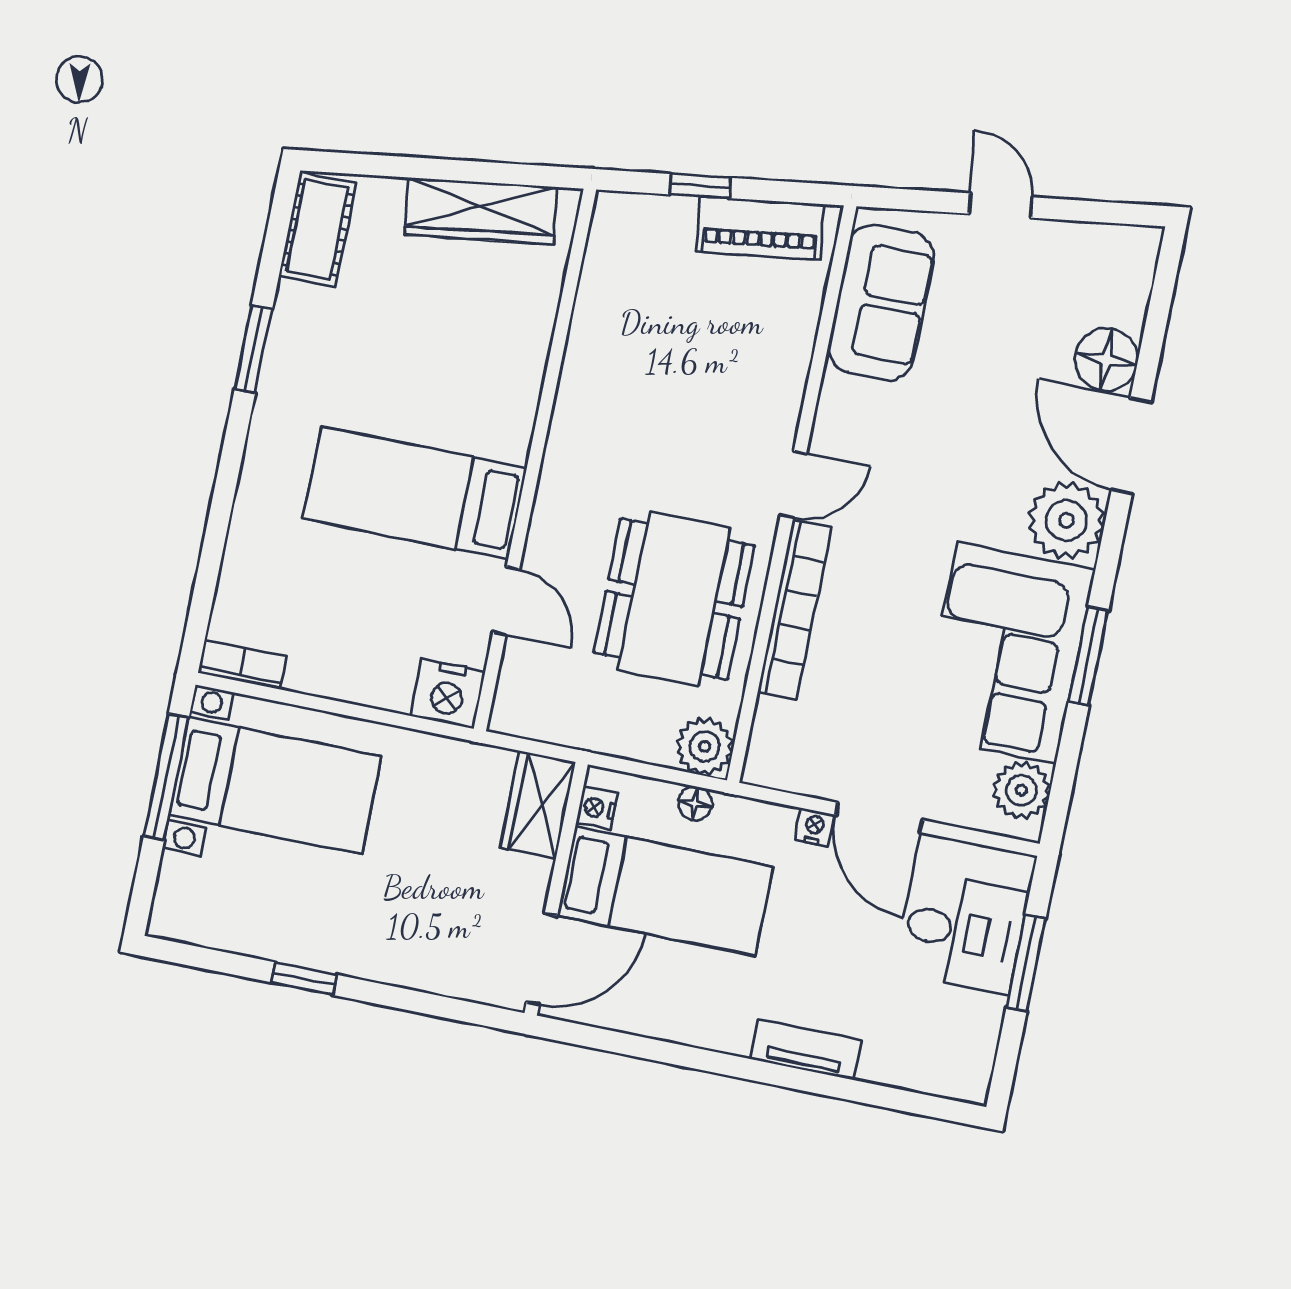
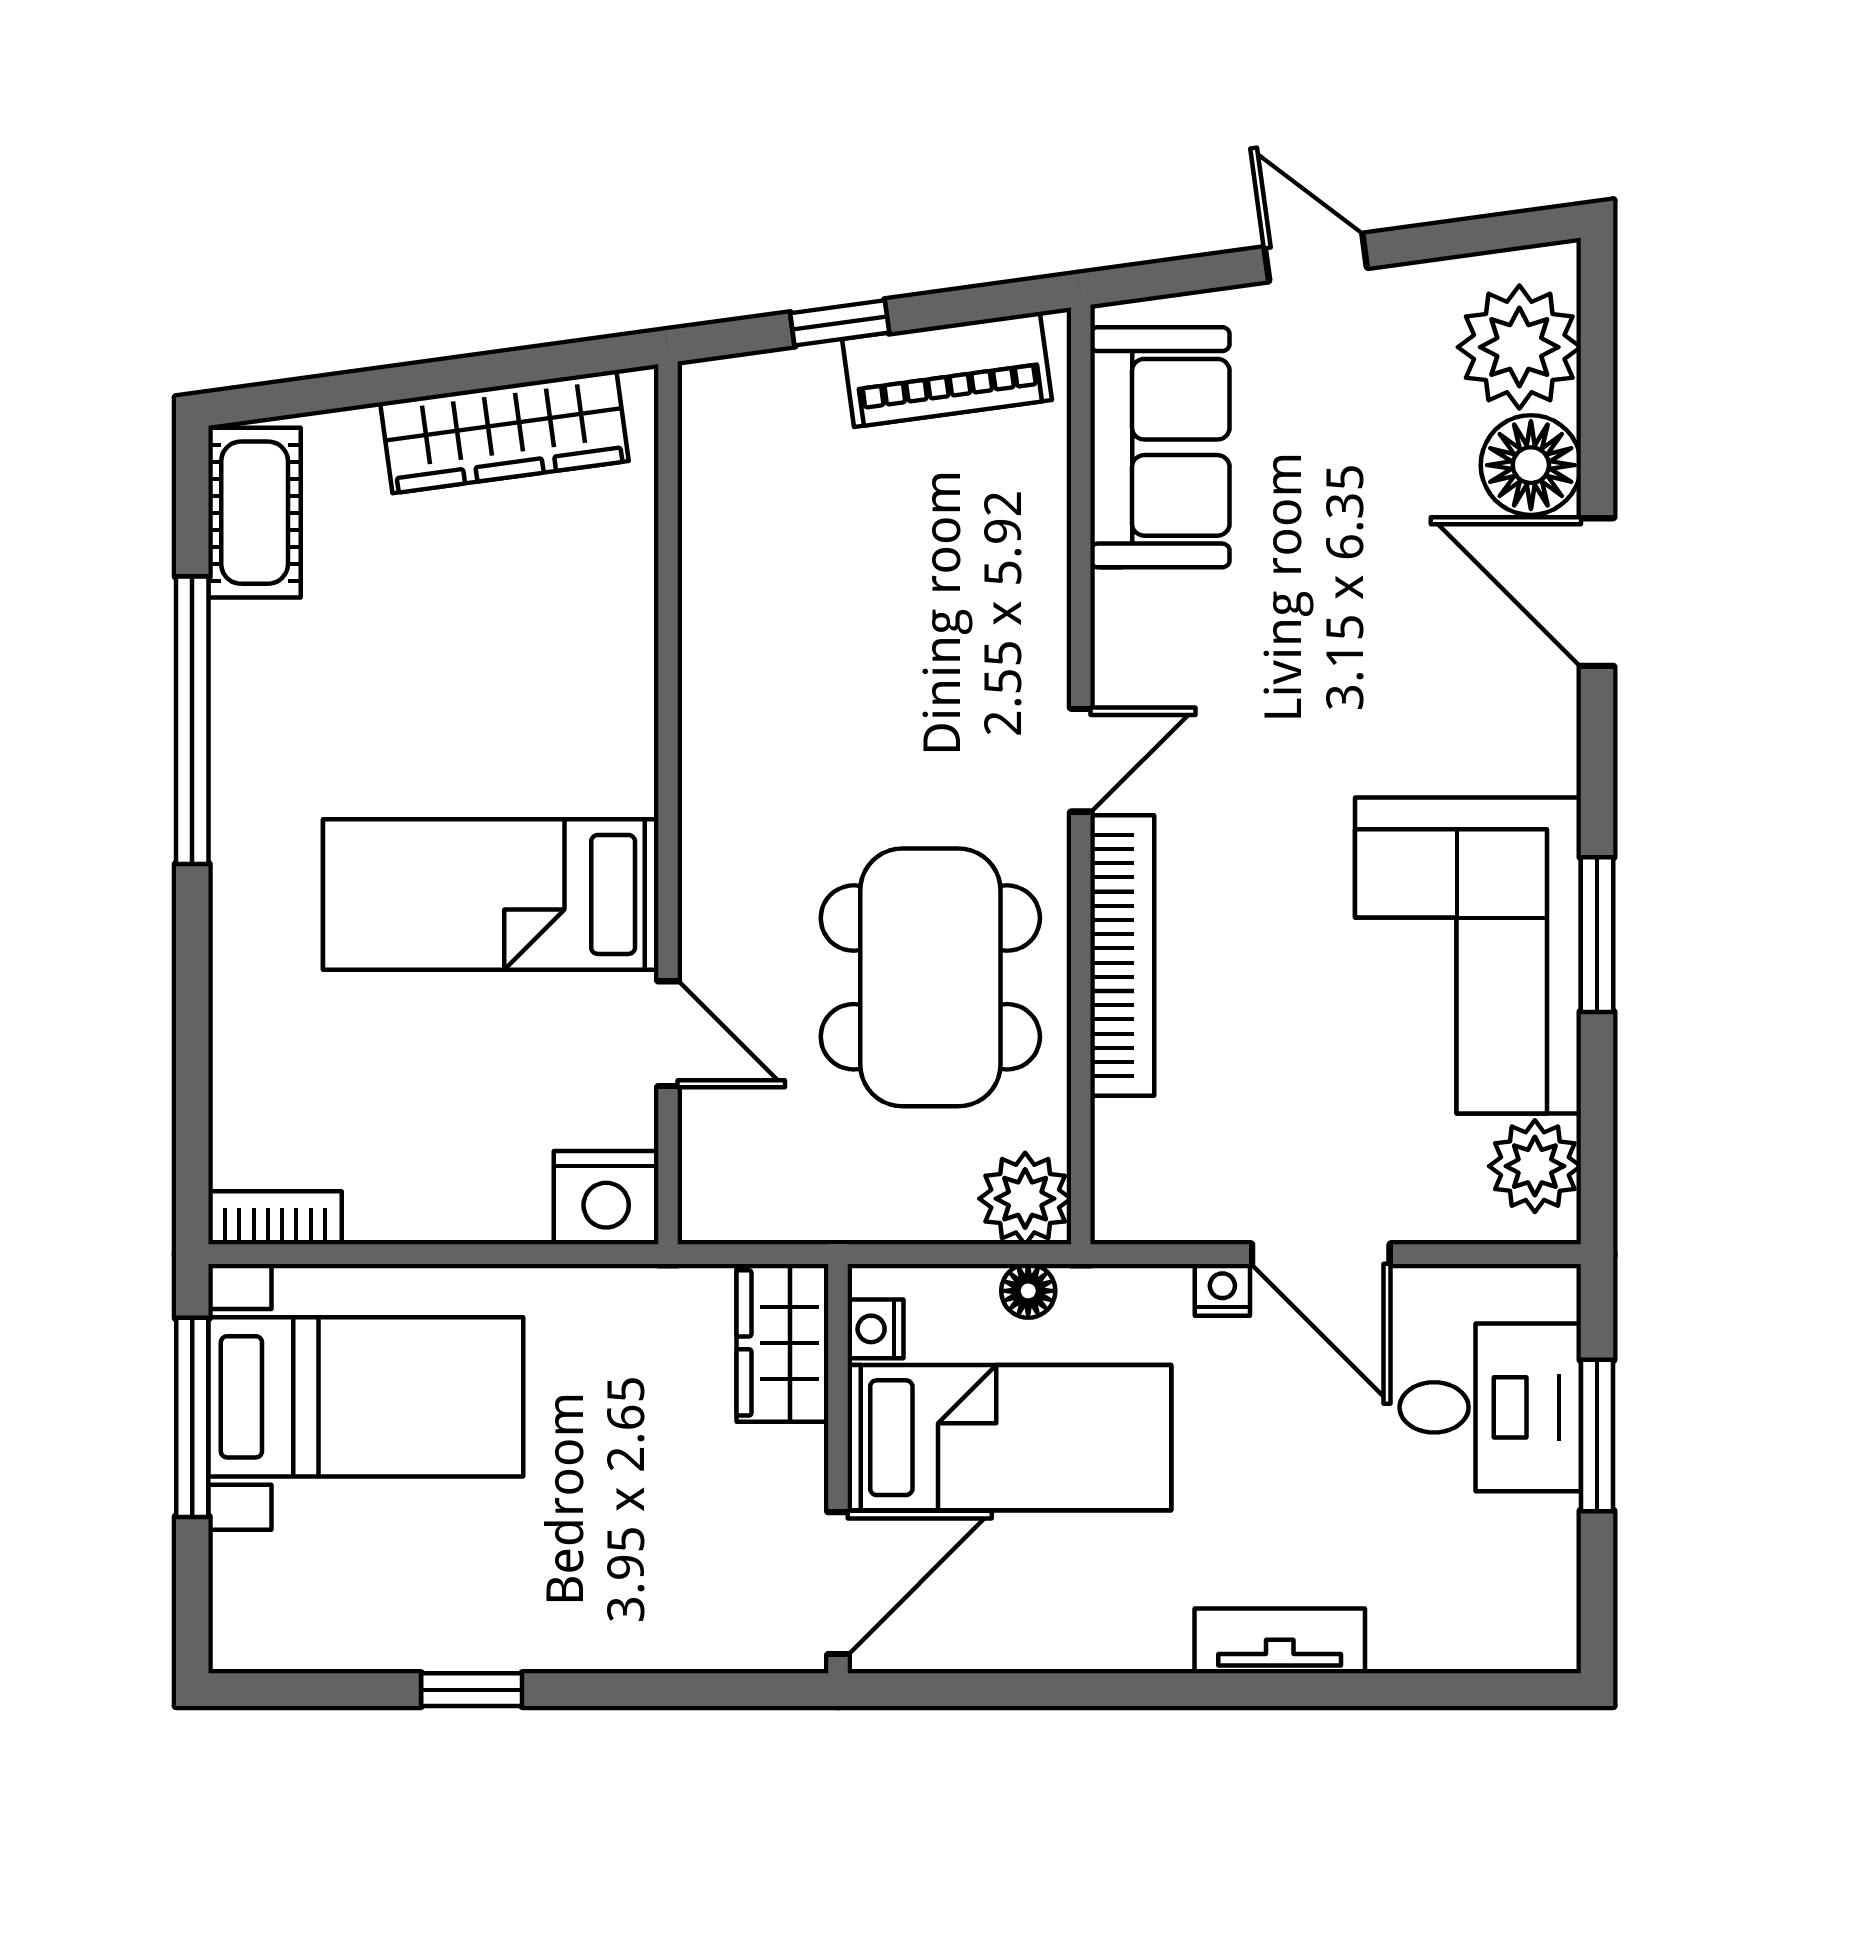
window: (253, 349) -> (192, 720), width x2.11
plant: (1066, 520) -> (1519, 347), moved

